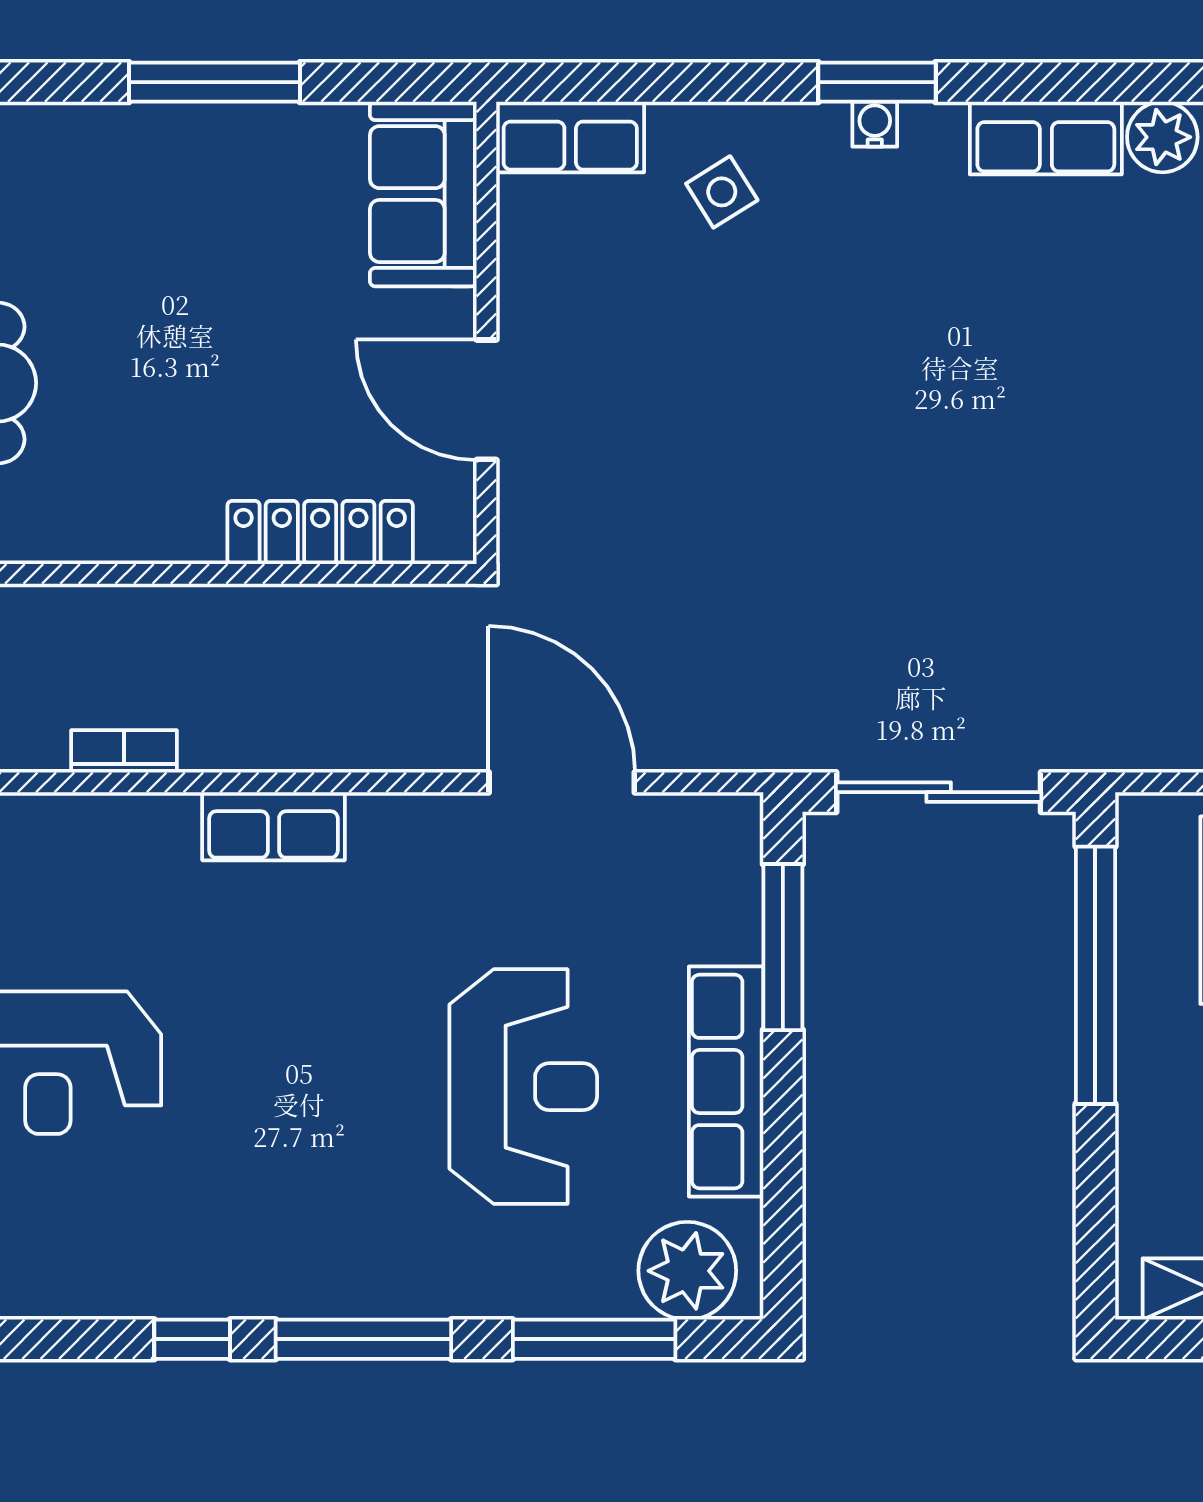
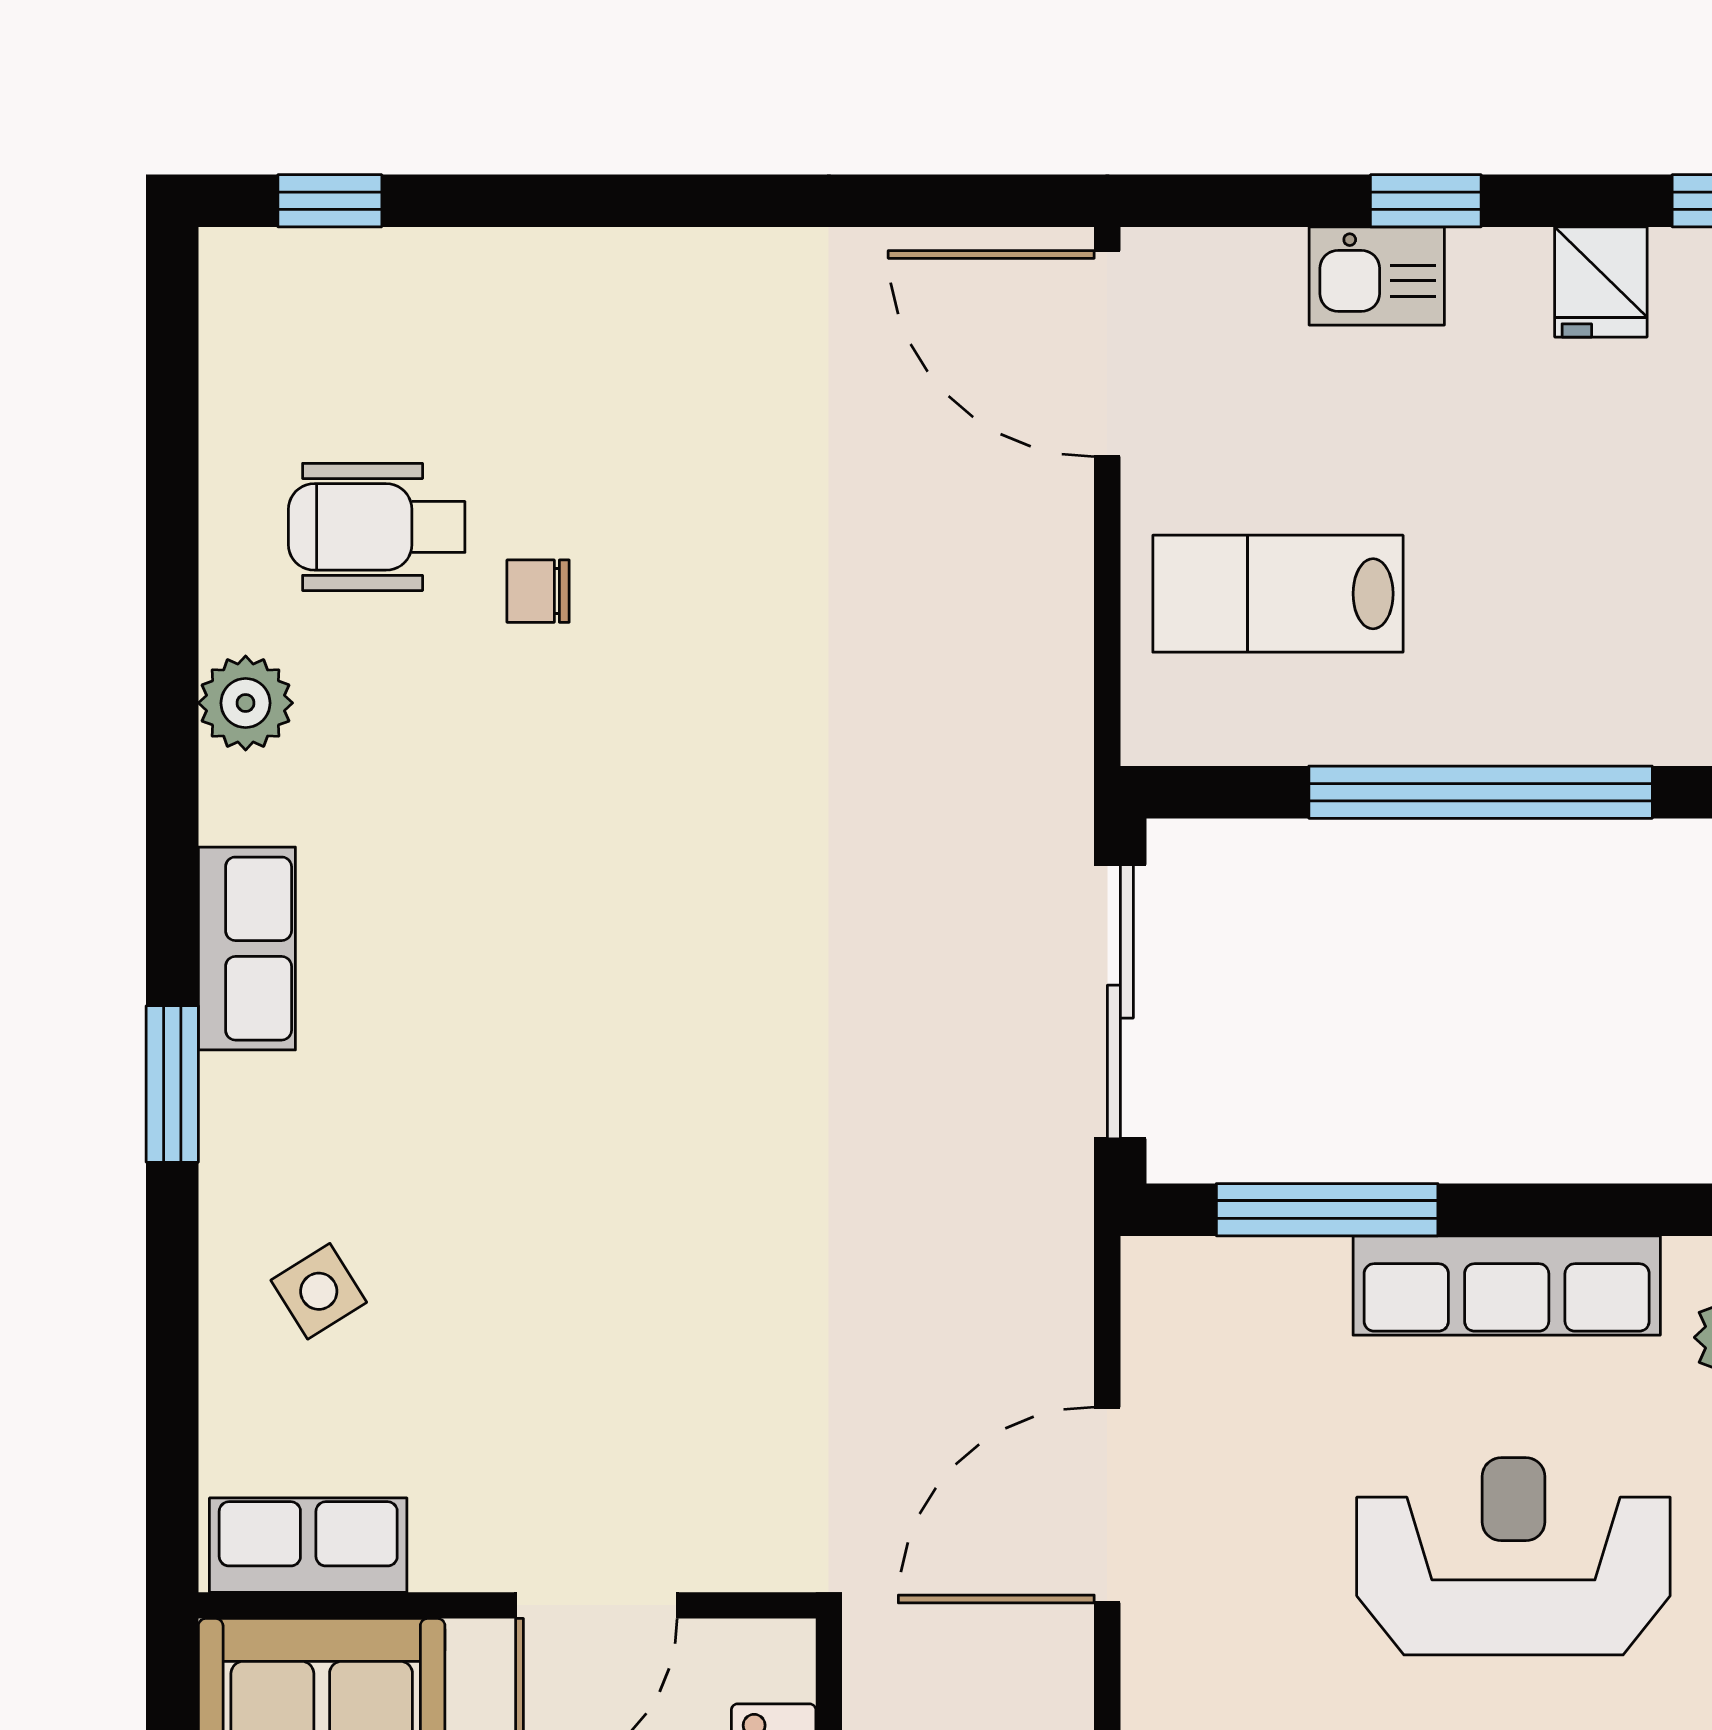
water cooler: (875, 124) -> (228, 1087), removed
row of seats: (570, 137) -> (308, 1545), moved, turned -90
row of seats: (1046, 138) -> (247, 949), moved
window: (1095, 975) -> (1481, 792), moved

